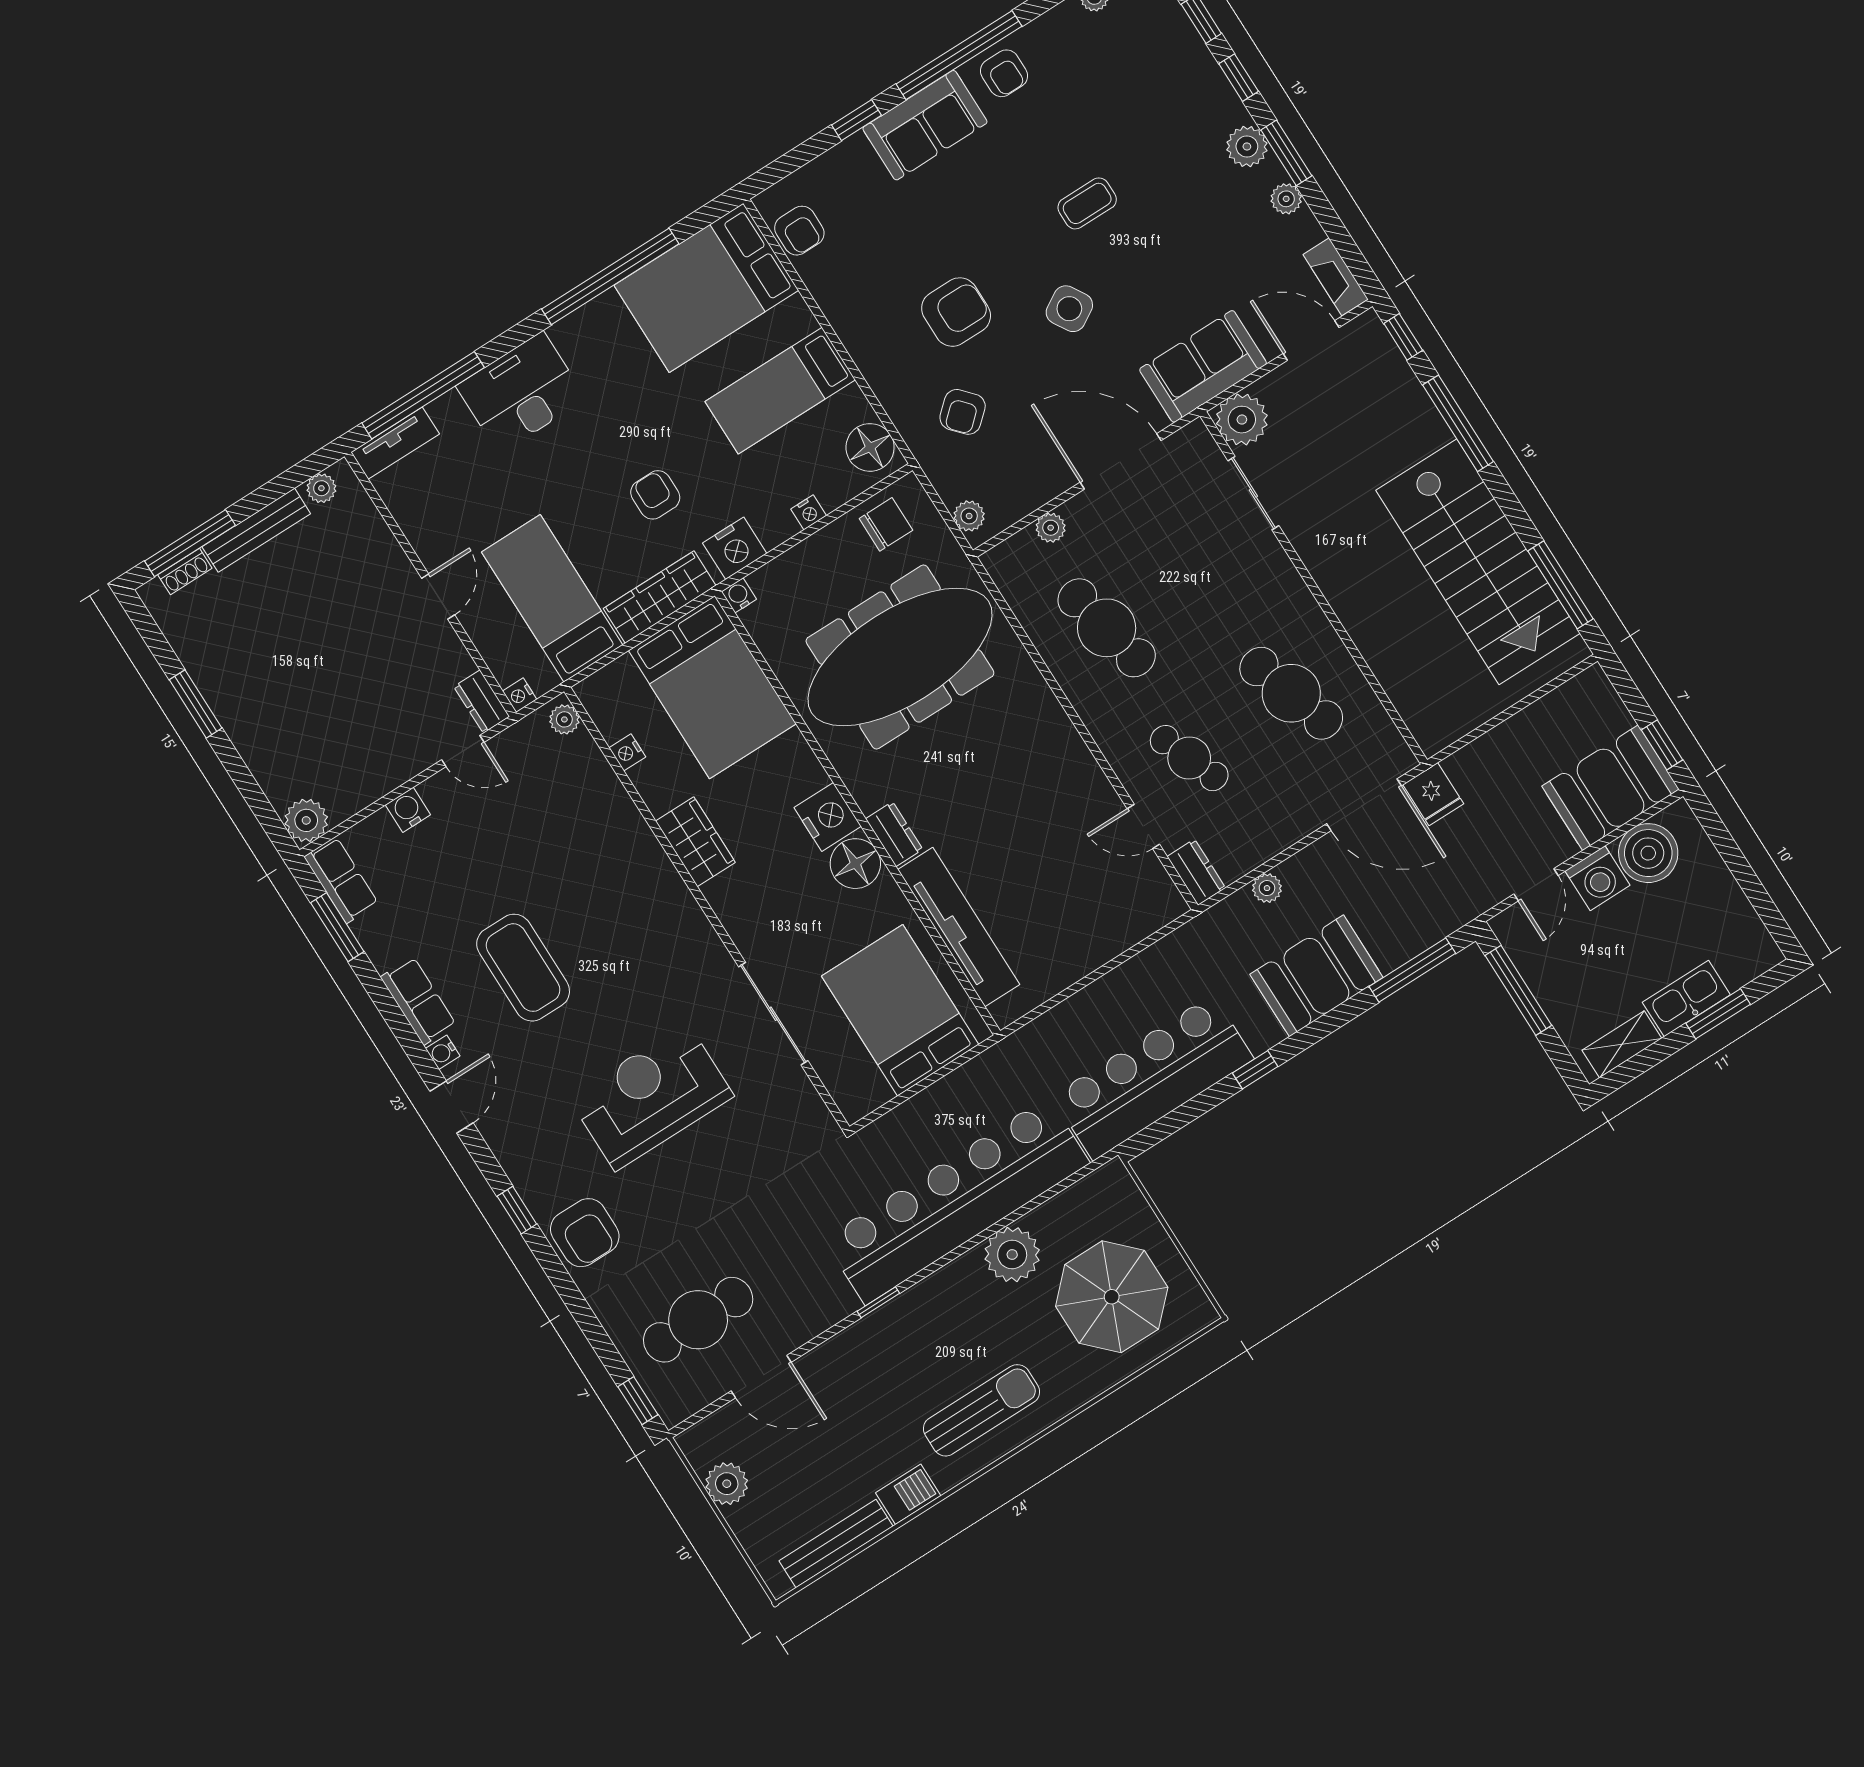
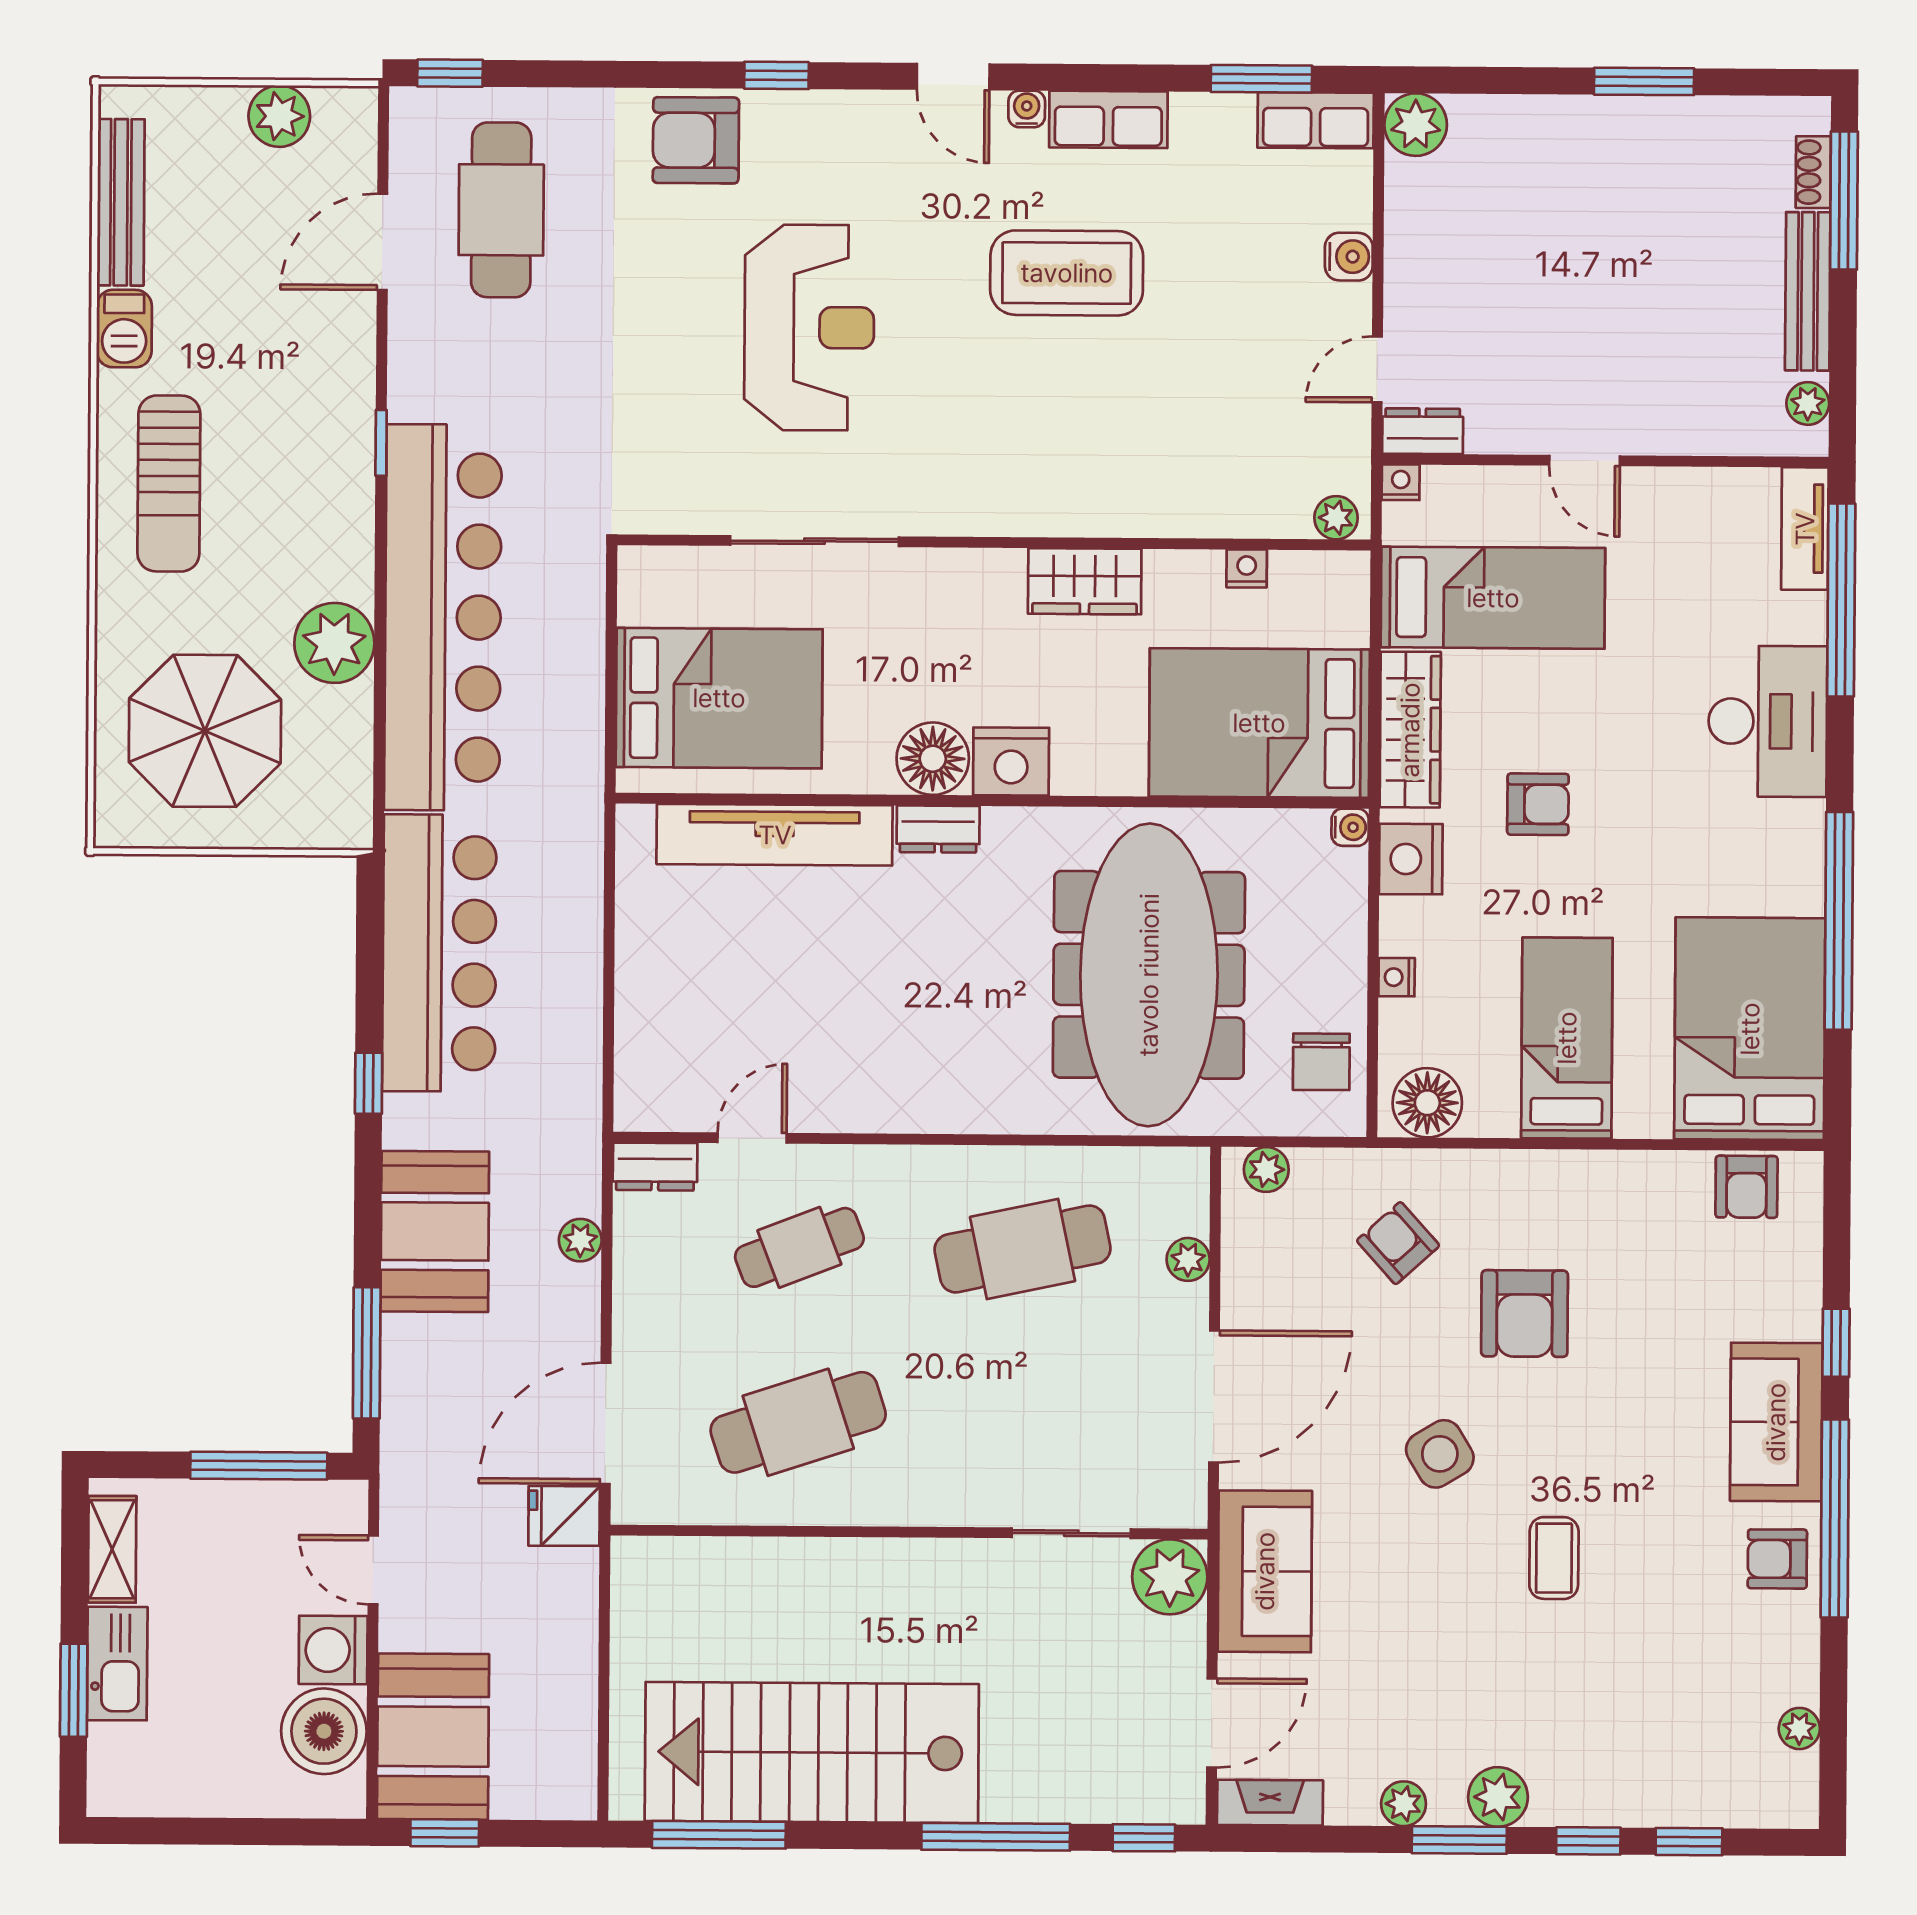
armchair: (799, 231) -> (1746, 1187), turned -90

